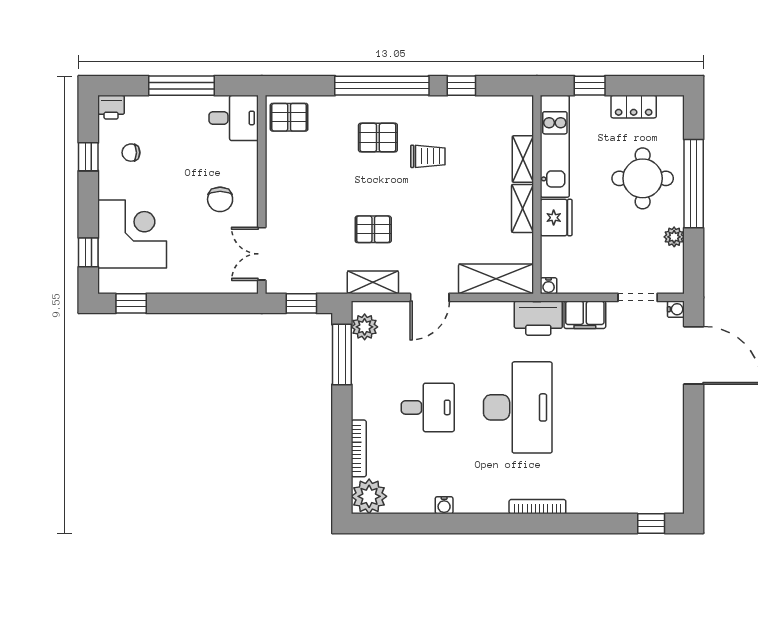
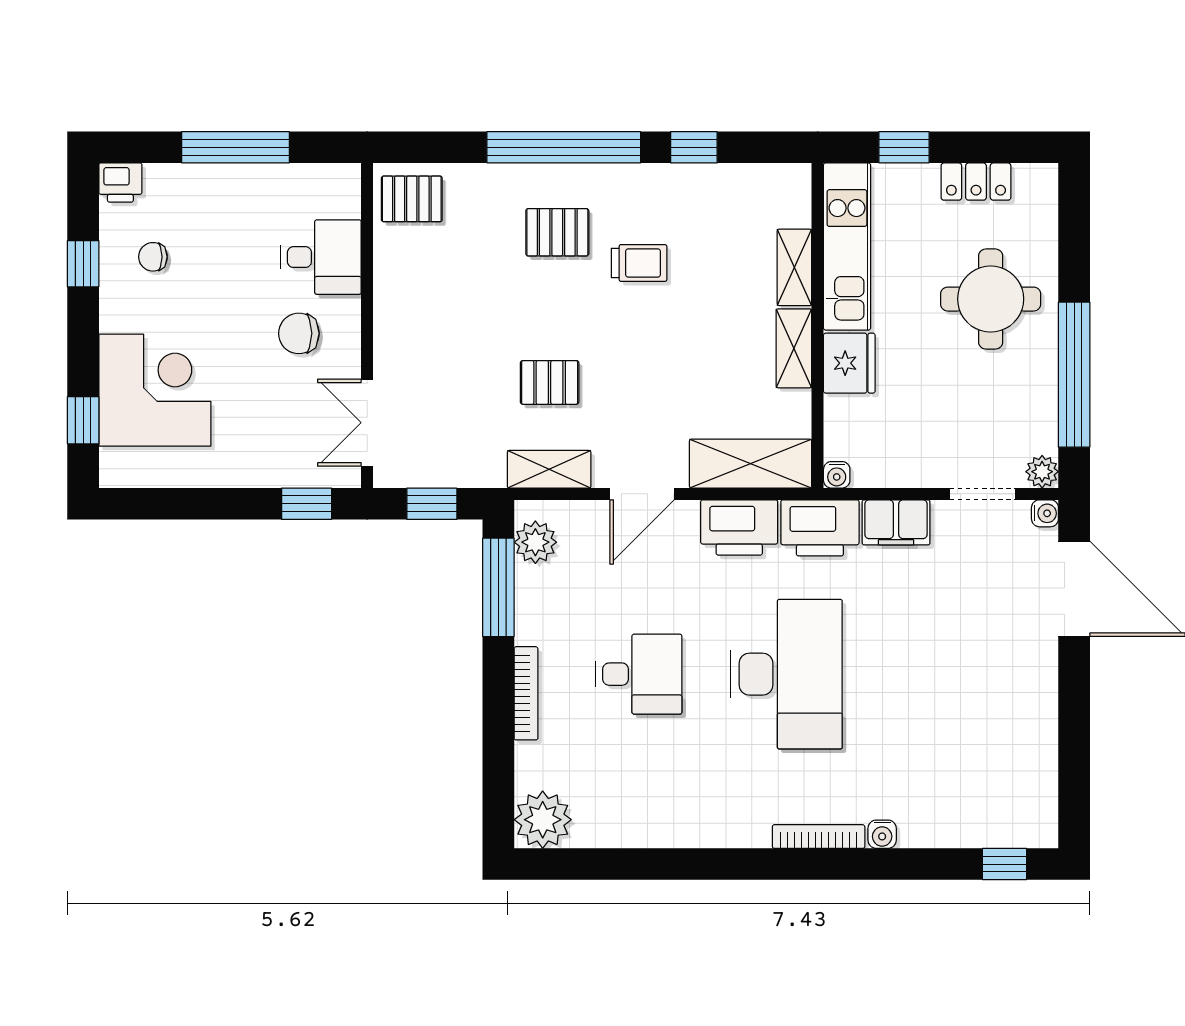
desk: (234, 118) -> (321, 257), moved
window: (694, 184) -> (1074, 375), moved
chair: (220, 199) -> (299, 333), turned 90
plant: (674, 237) -> (1042, 472), moved
window: (131, 303) -> (307, 504), moved
printer: (489, 318) -> (739, 527), added
bookcase: (359, 448) -> (526, 693), moved
water cooler: (444, 505) -> (882, 834), moved

